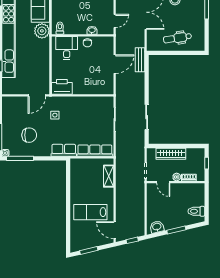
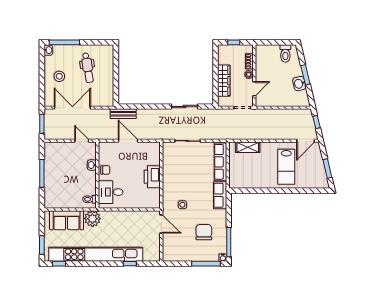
dental chair: (177, 38) -> (88, 68), moved
printer: (62, 87) -> (152, 177), moved
washbasin: (157, 227) -> (299, 84), moved

